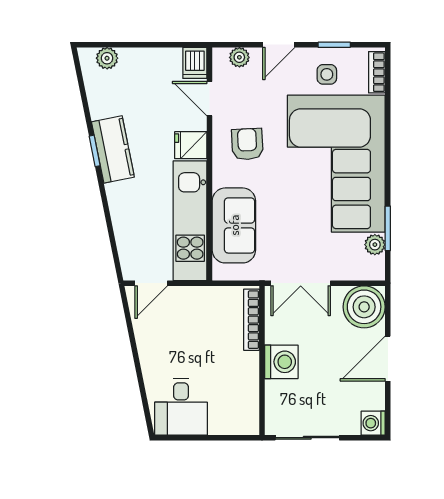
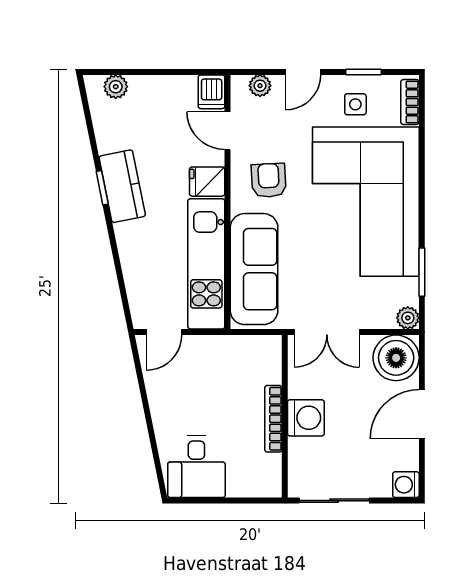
sofa: (234, 225) -> (254, 269), width x1.36
plant: (375, 245) -> (408, 318), moved
bookcase: (252, 320) -> (273, 419), moved

